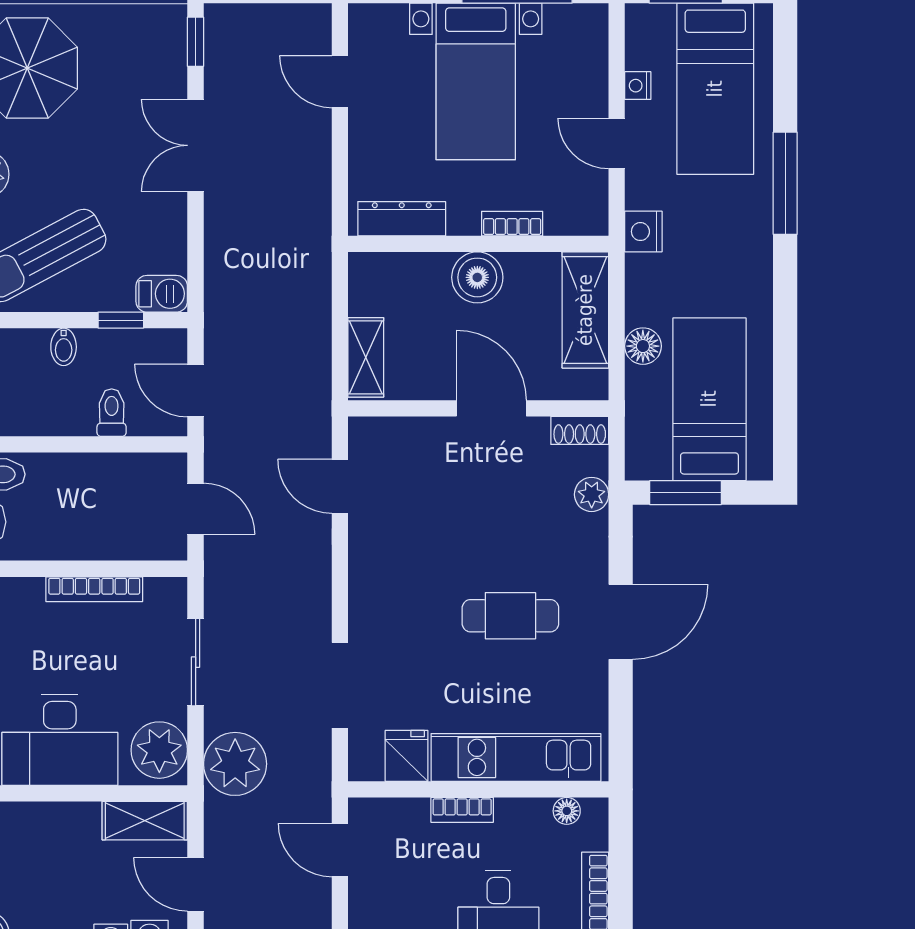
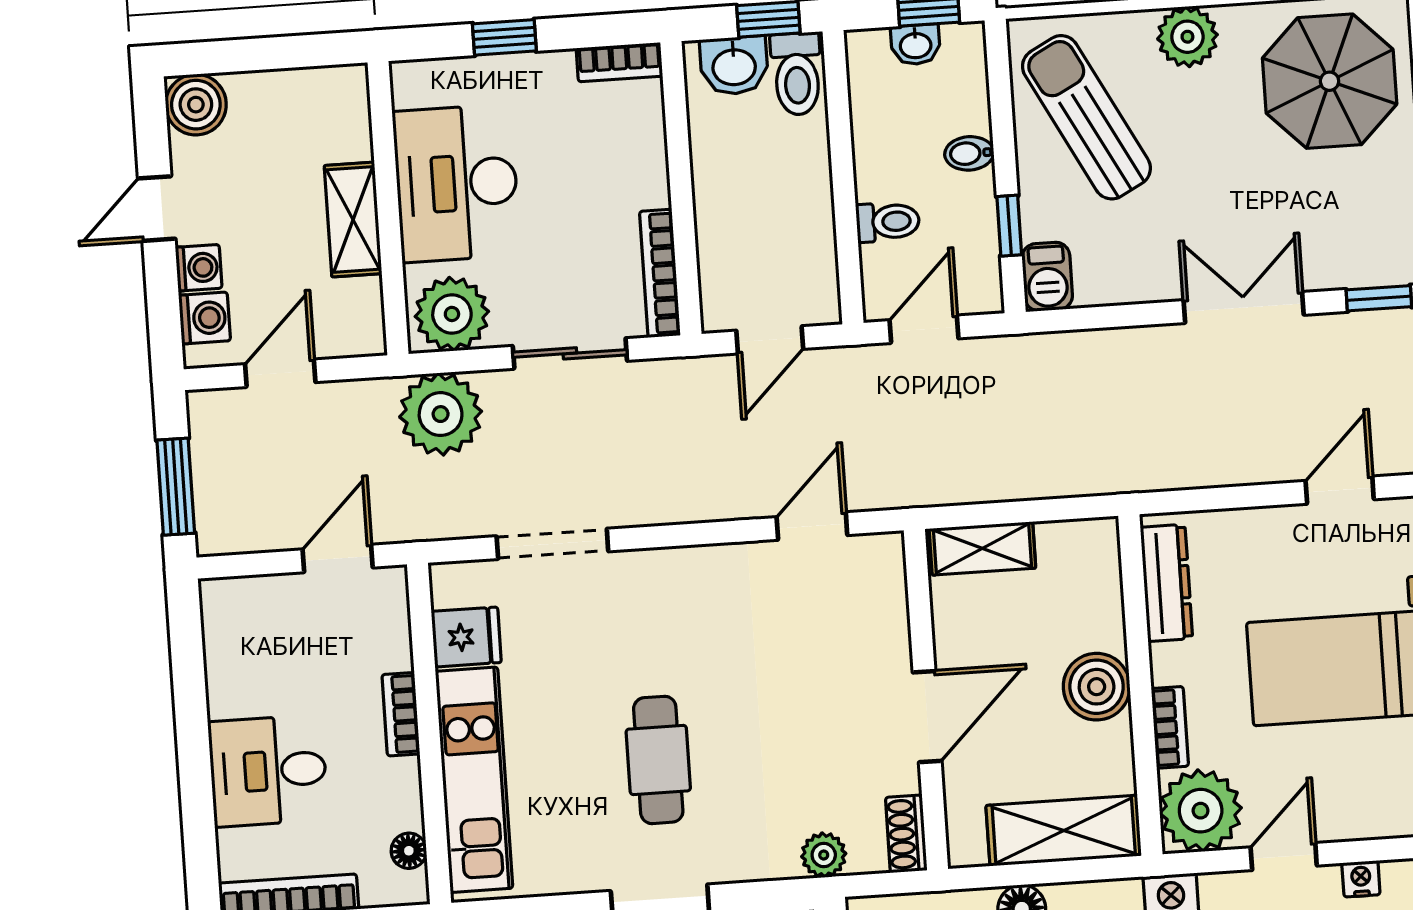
plant: (577, 204) -> (1201, 811), added
bookcase: (94, 589) -> (660, 273), moved
shelving: (145, 821) -> (353, 220), moved

